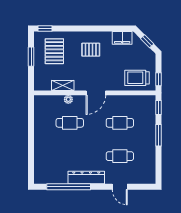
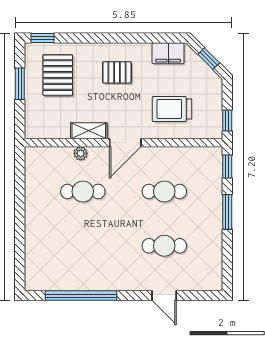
trolley: (137, 78) -> (172, 109), moved
shelving: (63, 85) -> (89, 131), moved
dresser: (86, 177) -> (110, 280), removed

